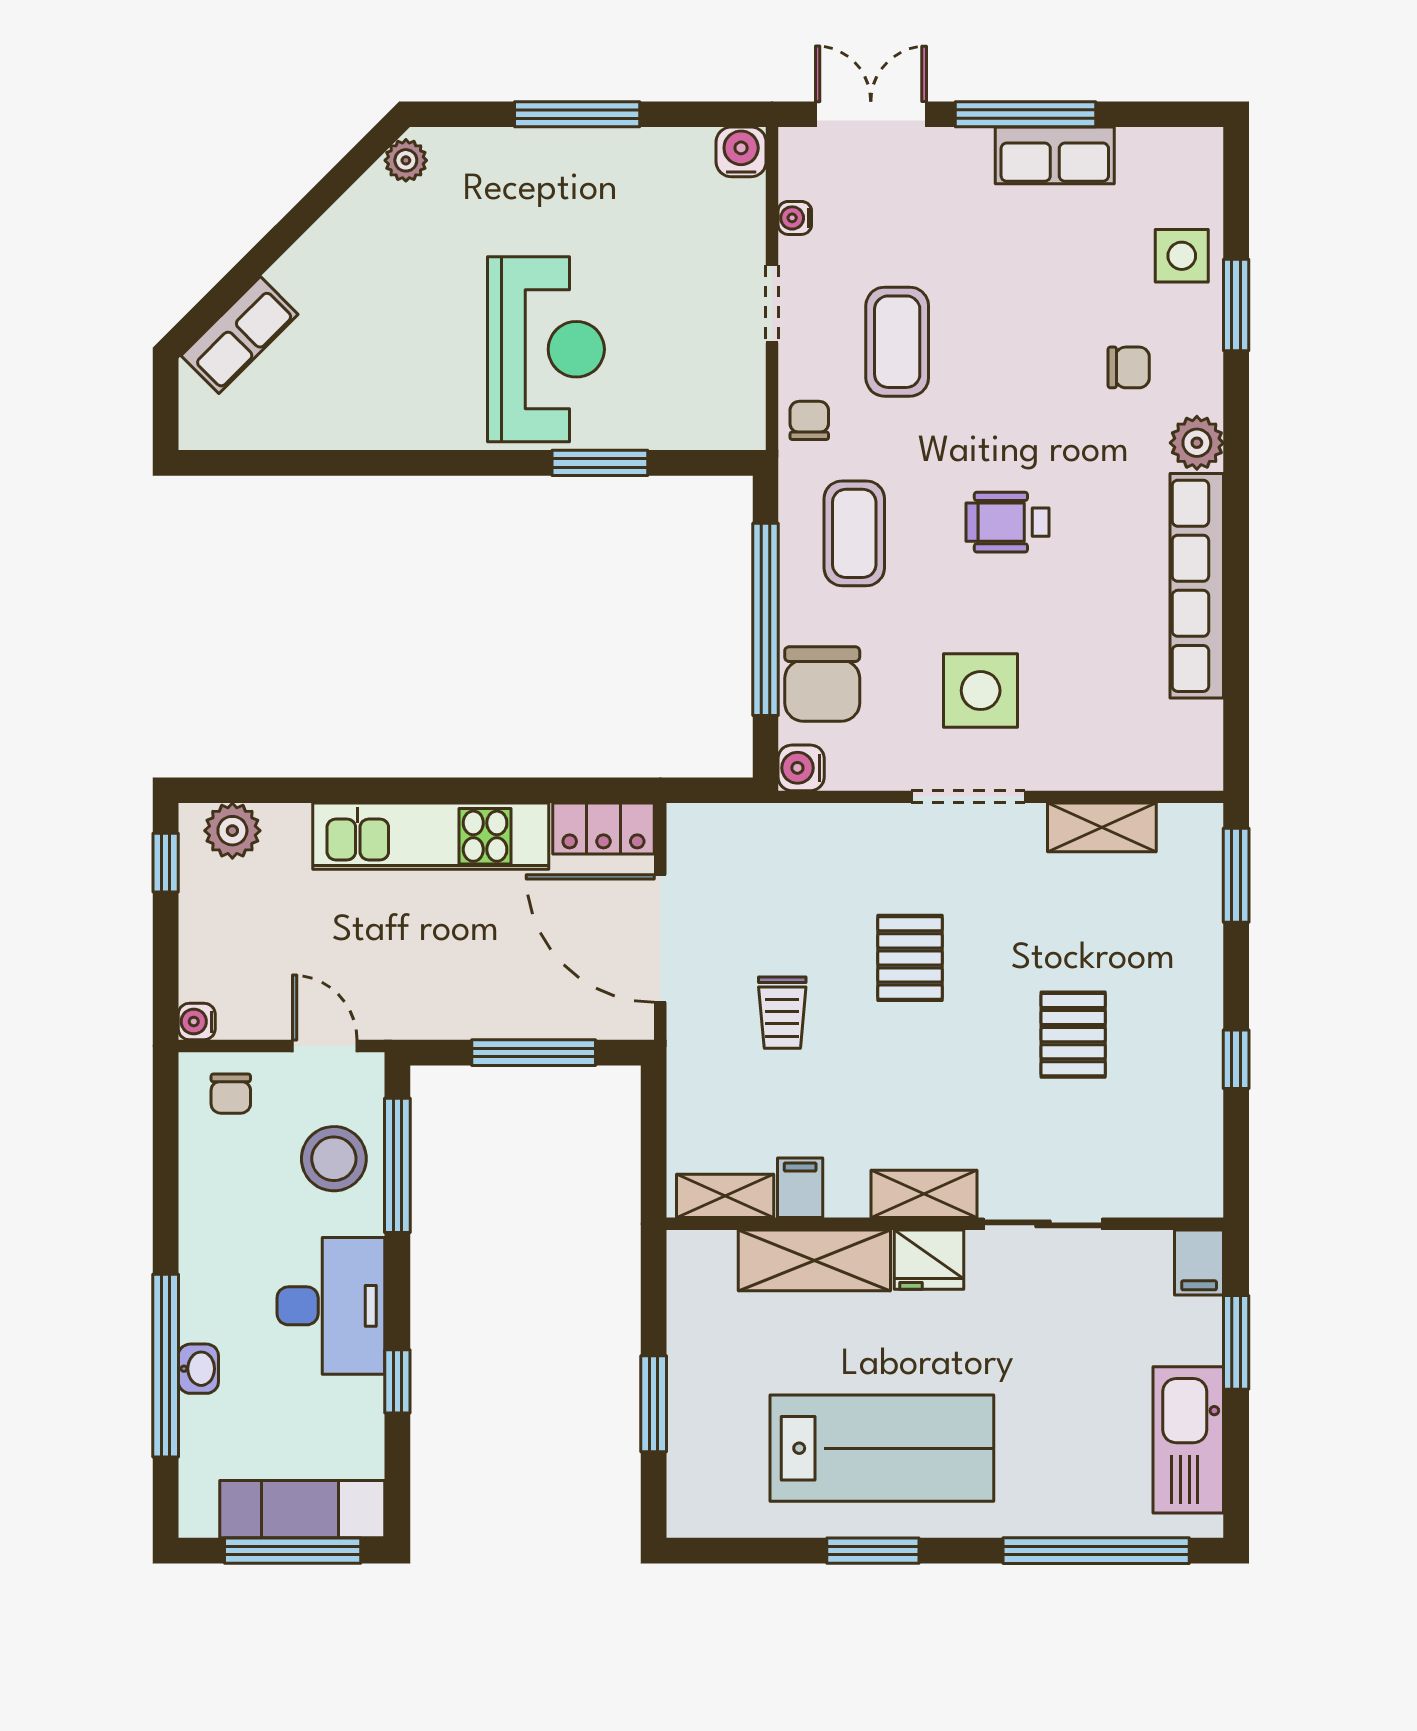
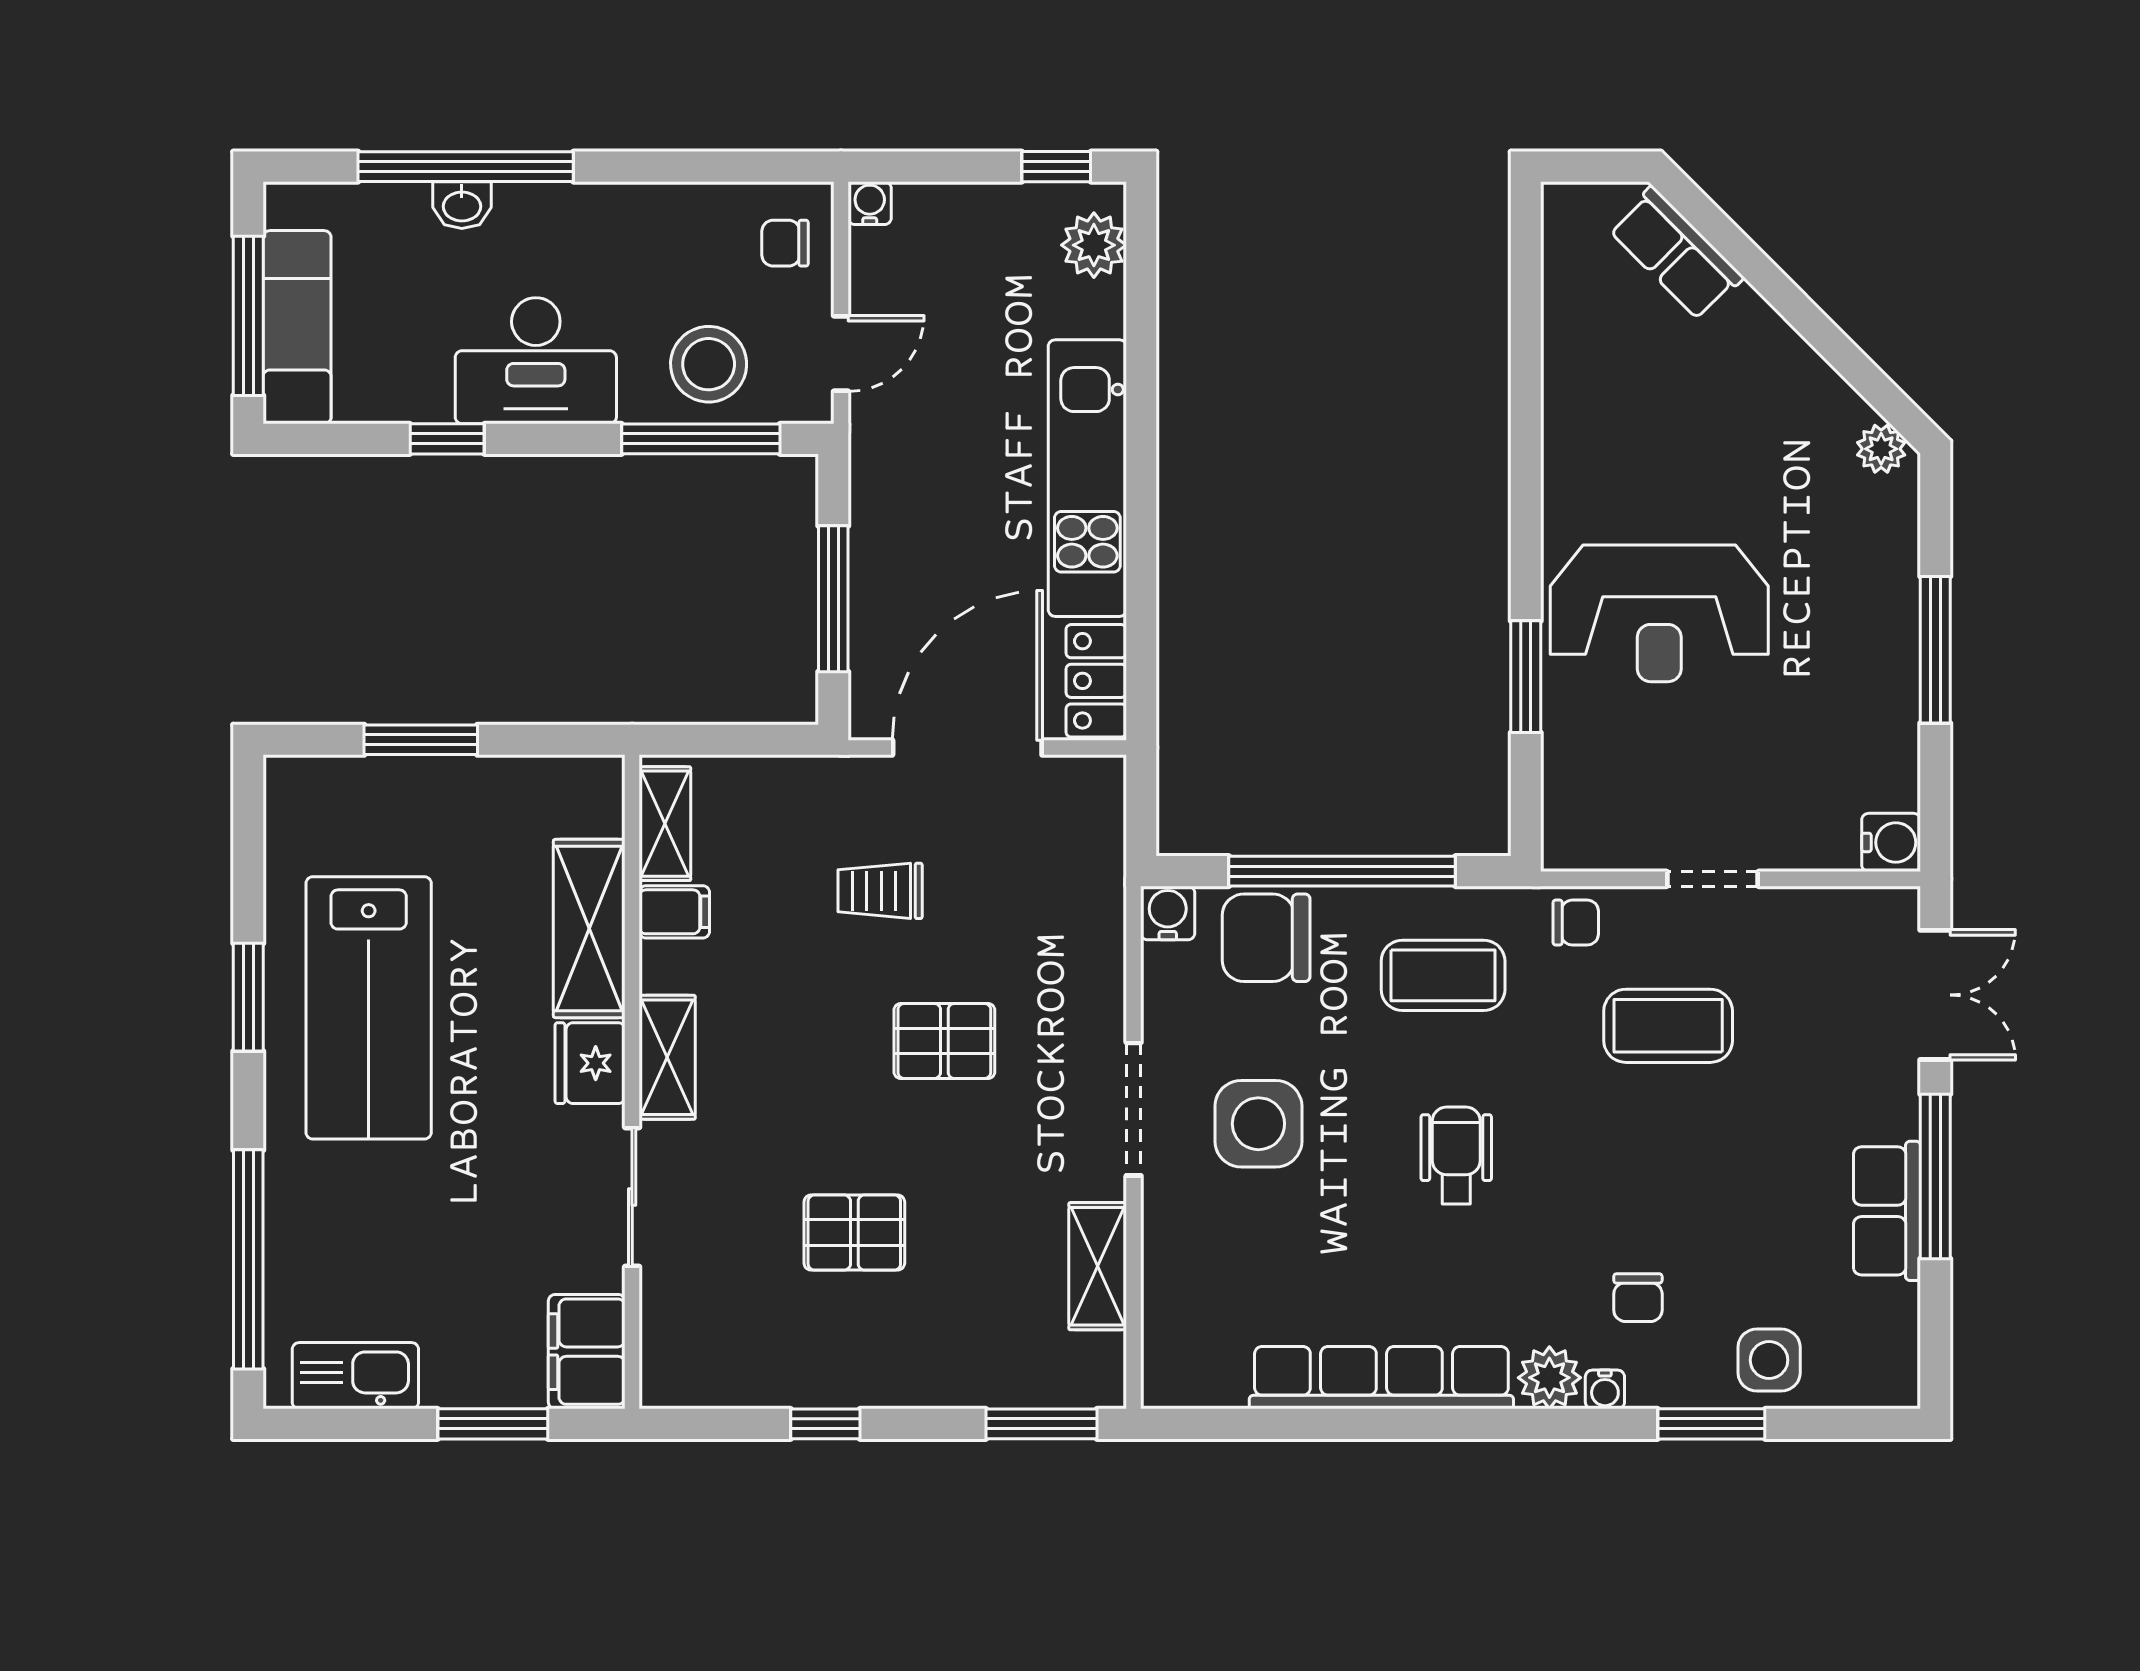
water cooler: (795, 218) -> (1605, 1389), moved, turned 180
filing cabinet: (1199, 1263) -> (587, 1352), width x2.00
kitchen sink: (1188, 1440) -> (355, 1376), width x0.73, depth x0.81

